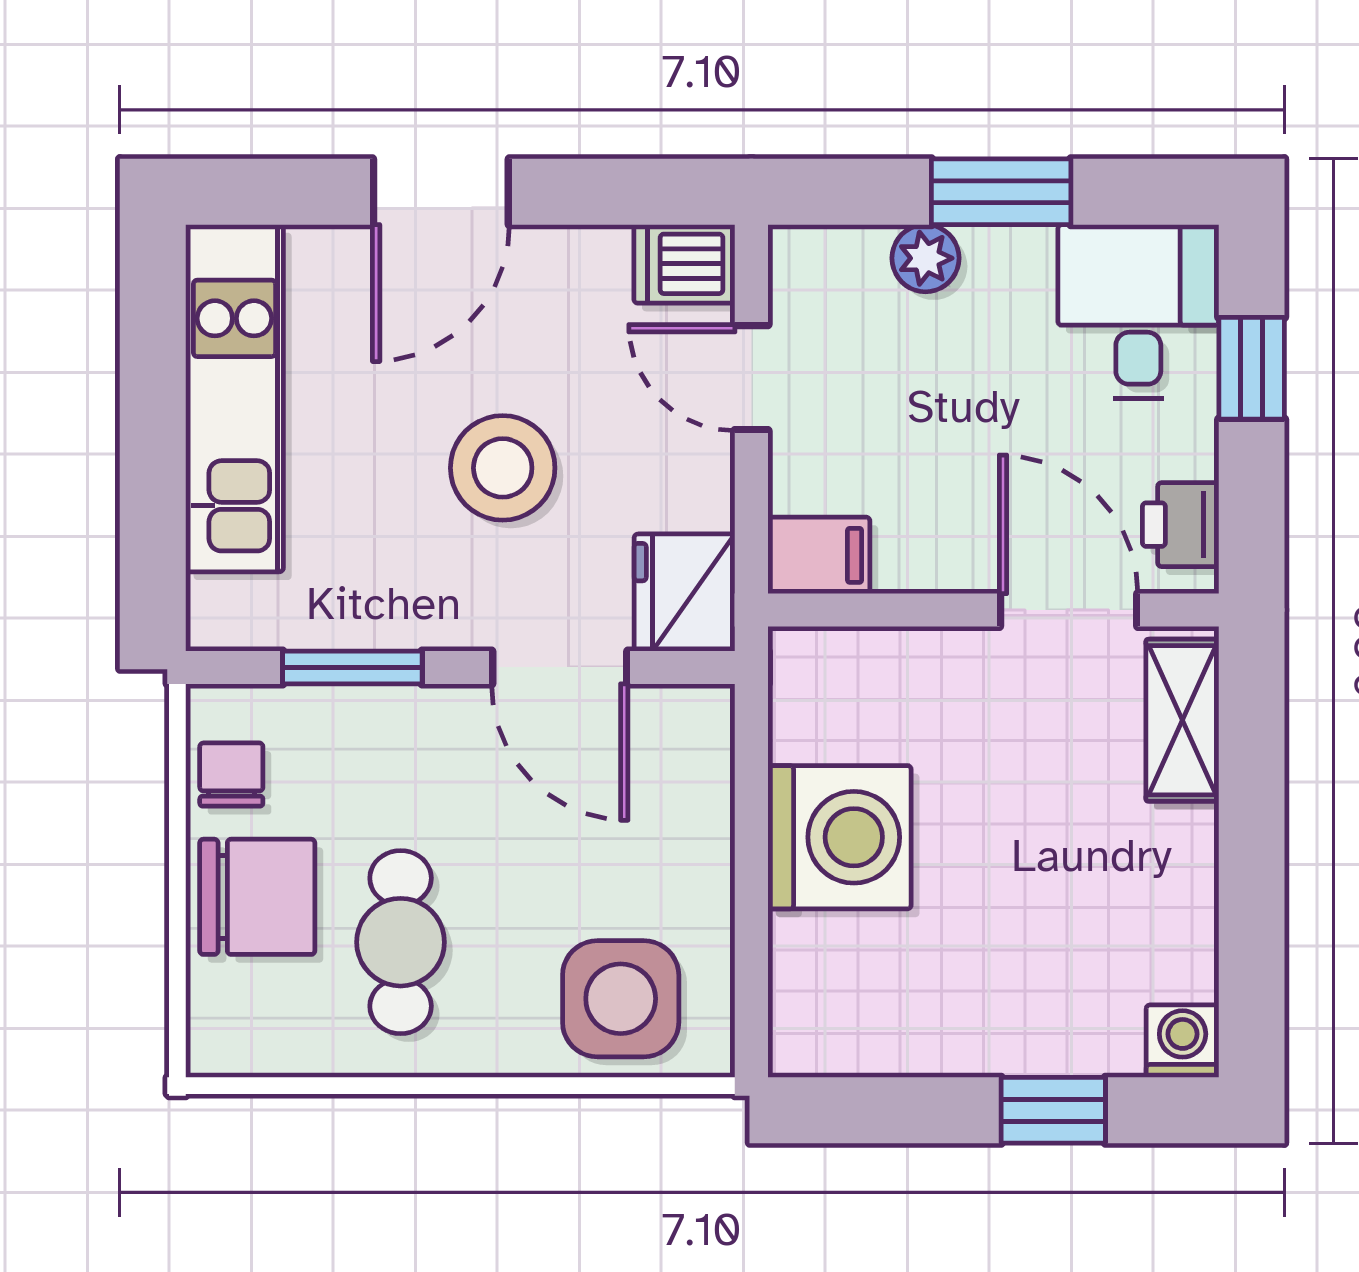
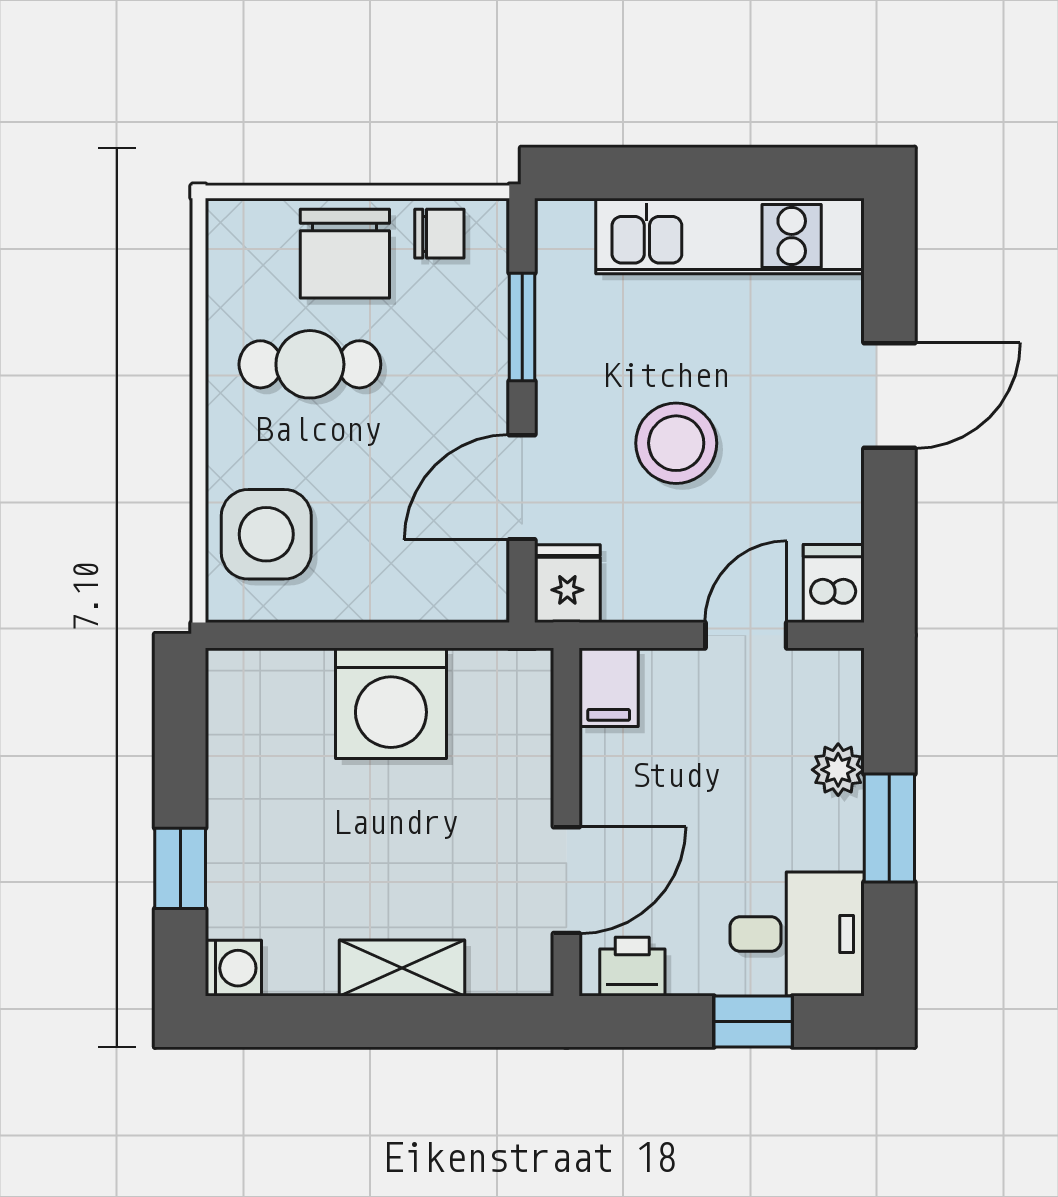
door: (441, 192) -> (889, 396), swing flipped
fridge: (685, 593) -> (567, 584), width x0.72
shelving: (1182, 720) -> (402, 968), moved

